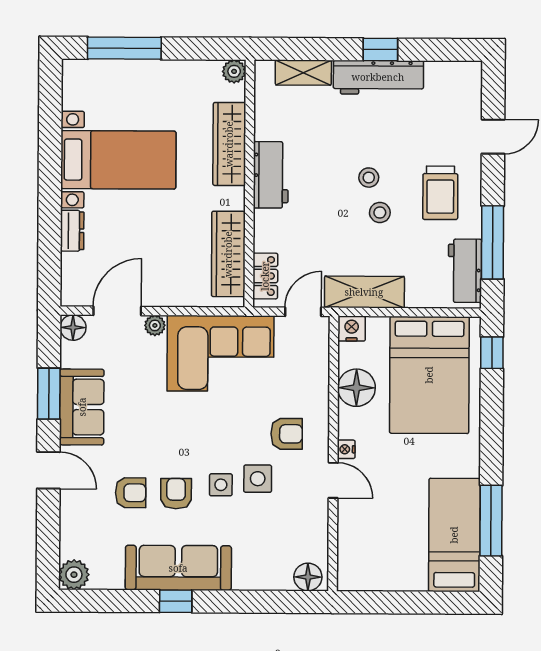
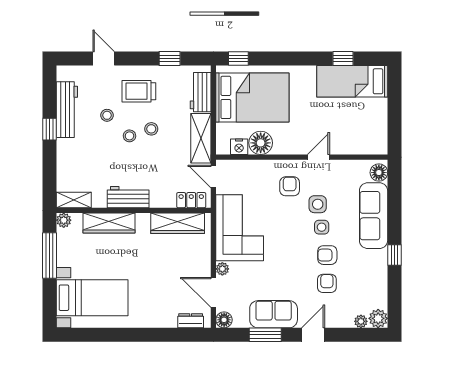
window: (124, 48) -> (50, 256), moved
shelving: (303, 73) -> (74, 200), moved, turned 90
workbench: (378, 77) -> (67, 110), moved
stool: (402, 142) -> (107, 115), added
bed with nightstands: (118, 160) -> (92, 298), moved, turned 90
trolley: (440, 193) -> (139, 91), turned 180
dresser: (72, 231) -> (191, 321), moved
window: (492, 242) -> (170, 59), width x0.46
workbench: (465, 271) -> (201, 92), moved, turned 90
nightstand: (352, 329) -> (239, 147), moved, turned -90
nightstand: (346, 449) -> (299, 149), removed
window: (491, 521) -> (343, 59), width x0.46
plant: (69, 547) -> (361, 321), added
sofa: (178, 568) -> (374, 216), moved

